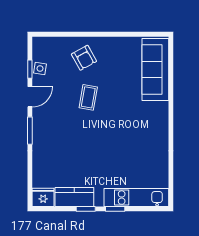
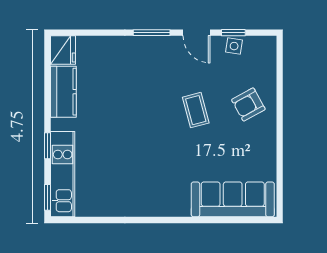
coffee table: (88, 97) -> (196, 110), turned 65
window: (86, 209) -> (47, 197), moved

